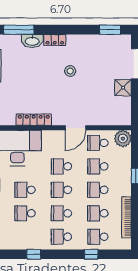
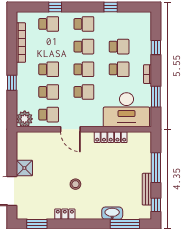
locker: (55, 40) -> (65, 214), moved
door: (75, 128) -> (70, 129), swing flipped
school desk: (98, 213) -> (49, 47), removed

